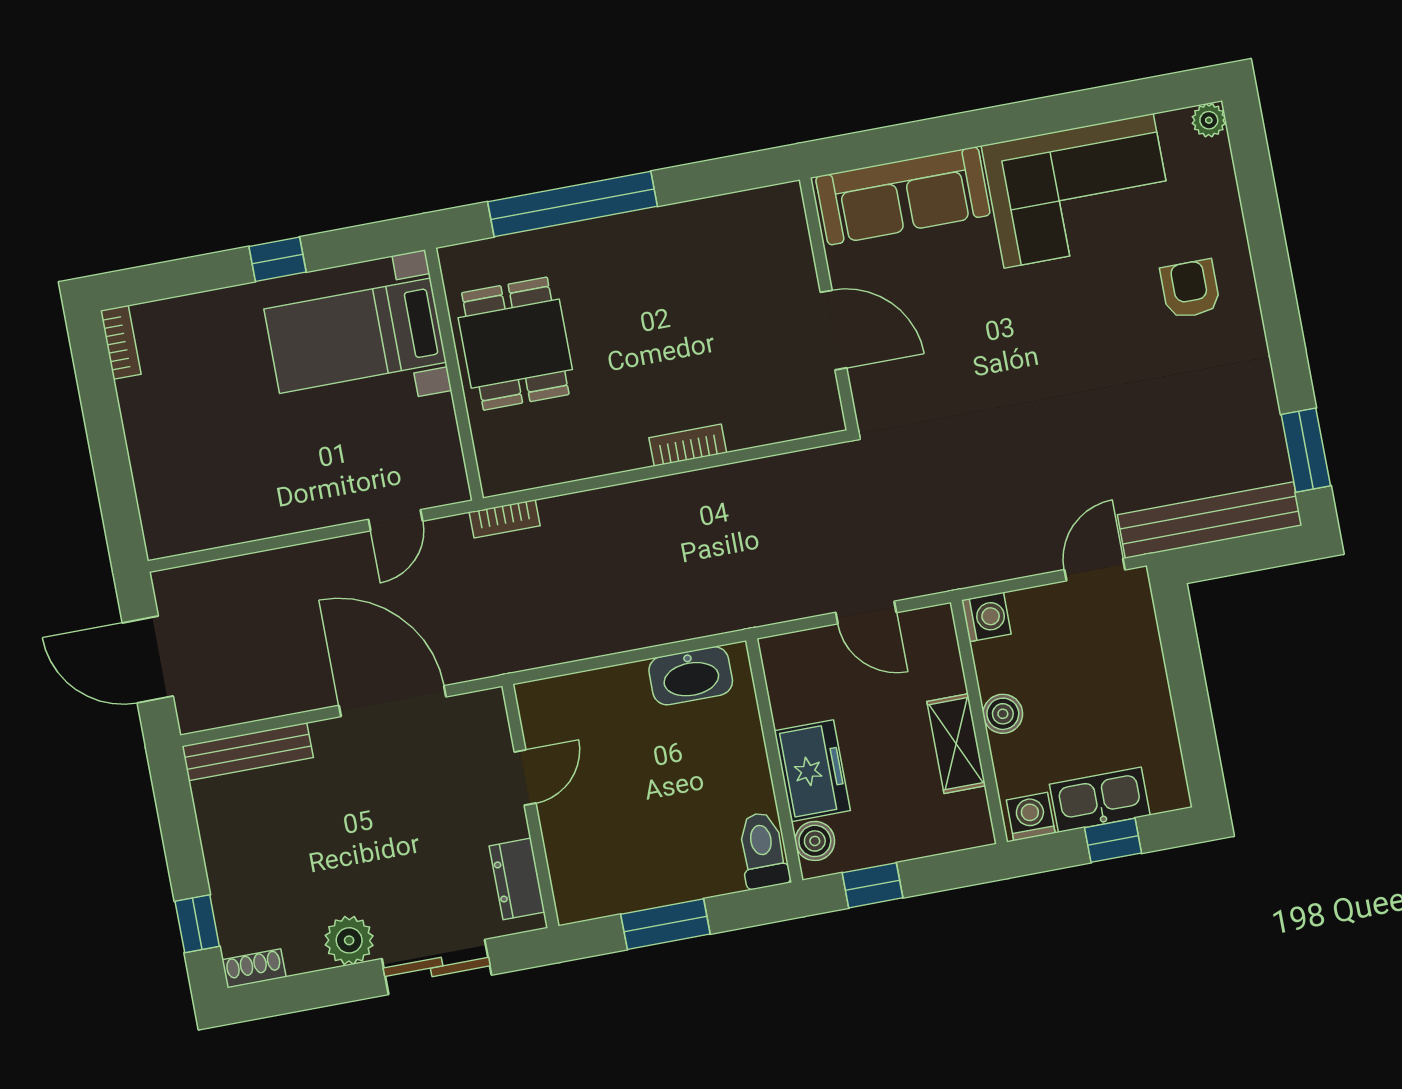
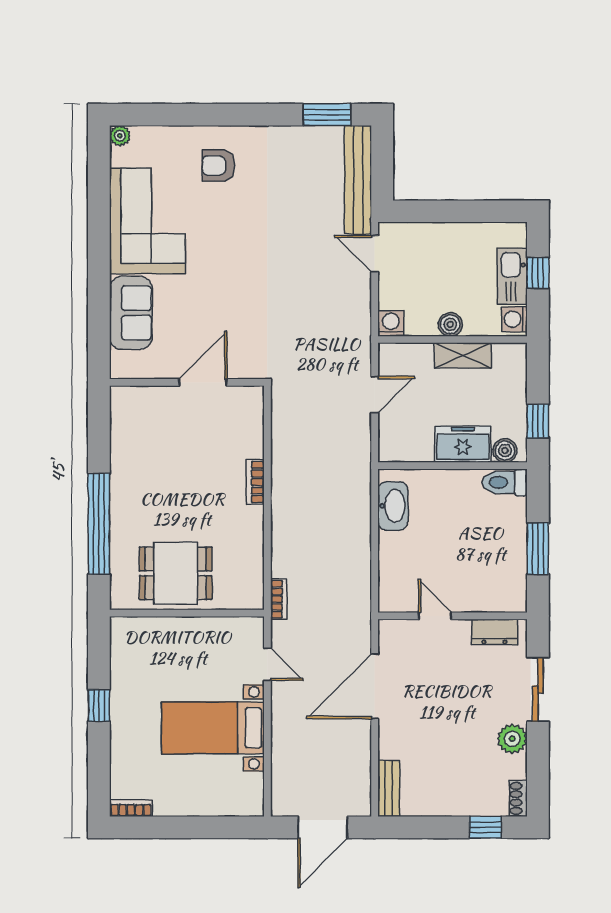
sofa: (903, 196) -> (131, 313), width x0.73
bed with nightstands: (355, 336) -> (213, 728), moved, turned 90
bench: (248, 752) -> (389, 788), width x0.73

